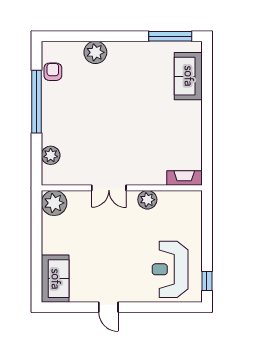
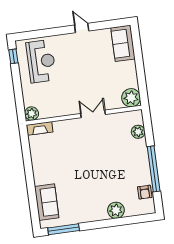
plant: (147, 200) -> (32, 114), moved

